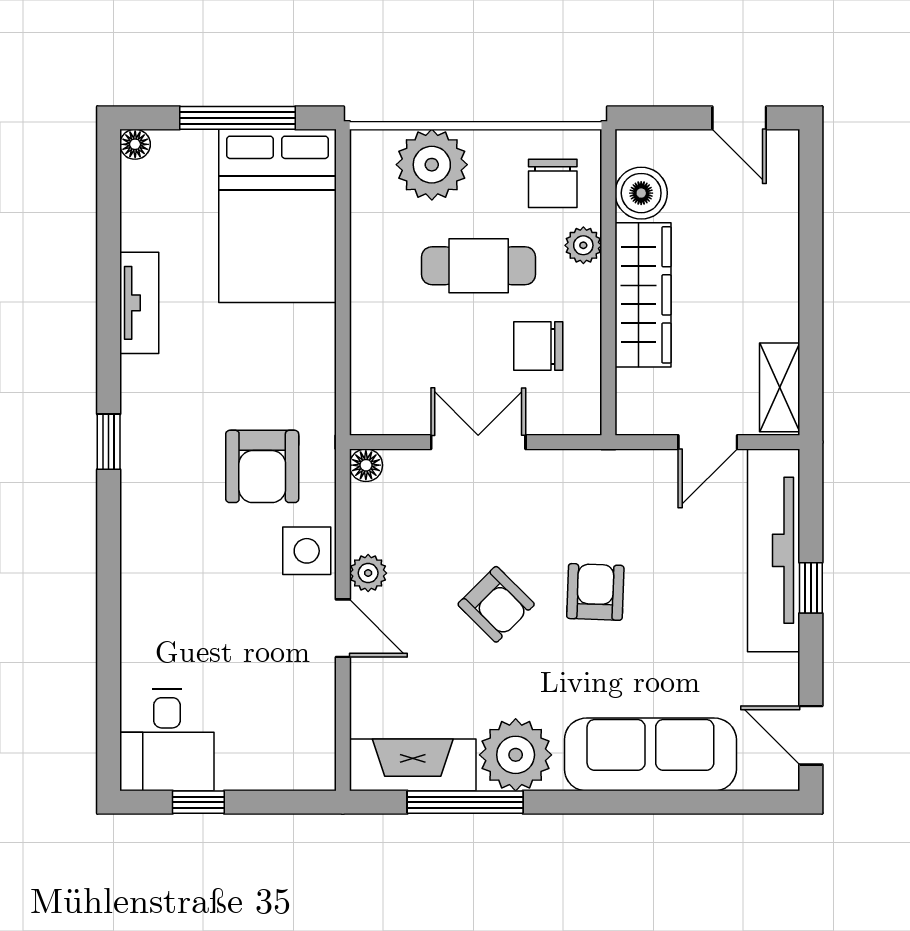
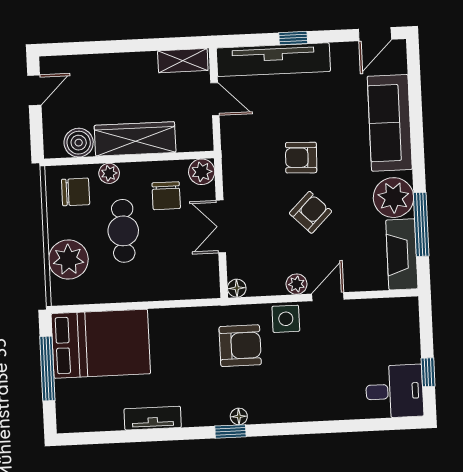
floor lamp: (135, 144) -> (239, 416), moved
plant: (578, 412) -> (202, 172), added

